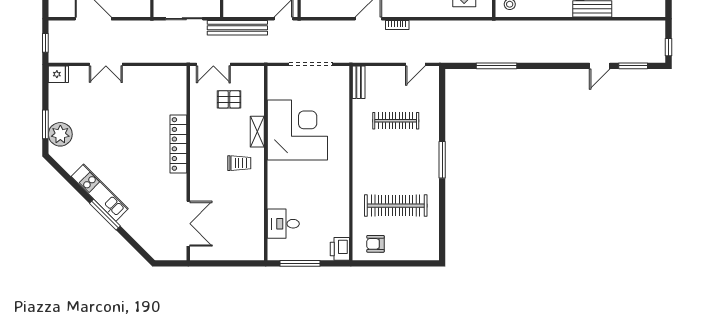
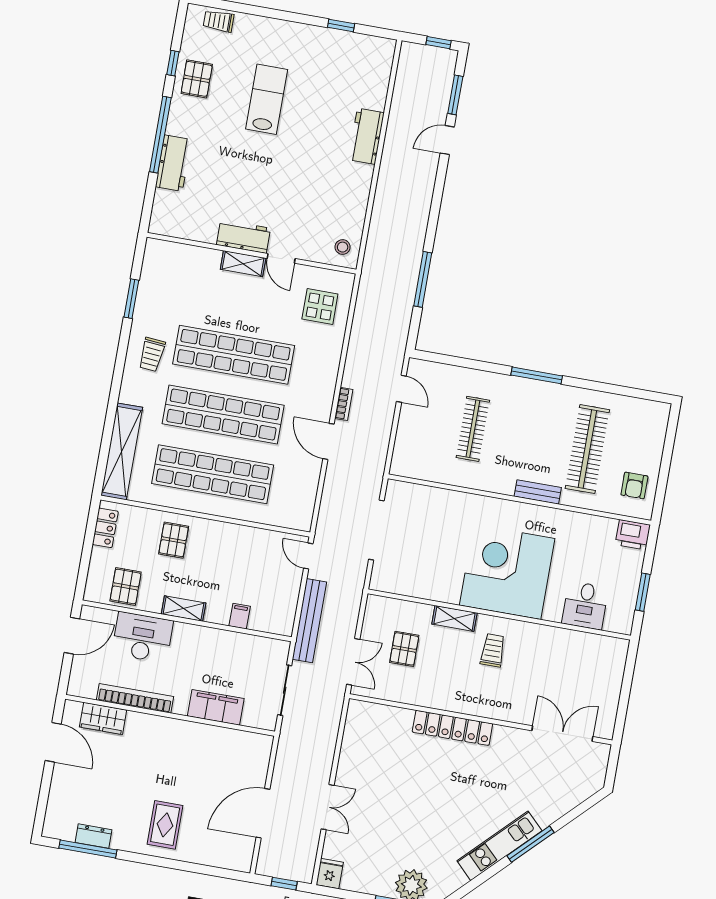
door: (600, 66) -> (447, 140), swing flipped
bench: (359, 82) -> (538, 492), moved
corner desk: (297, 130) -> (507, 572), moved
window: (300, 263) -> (643, 592), width x0.69

